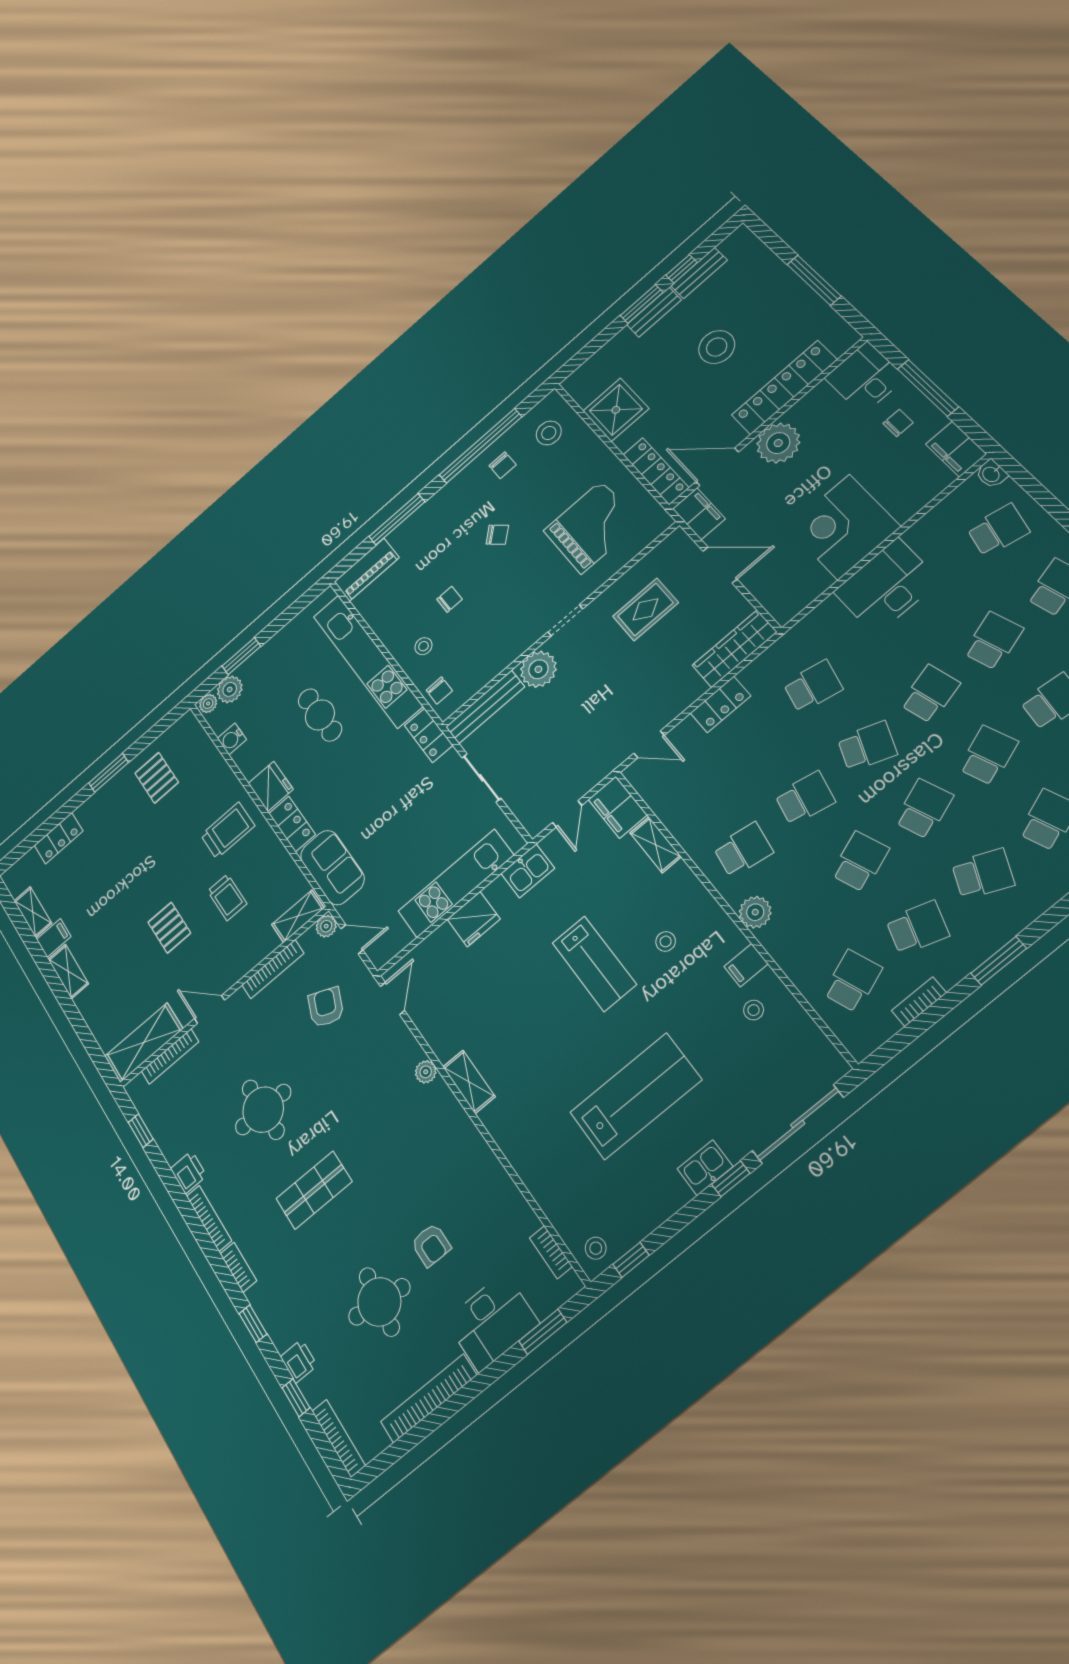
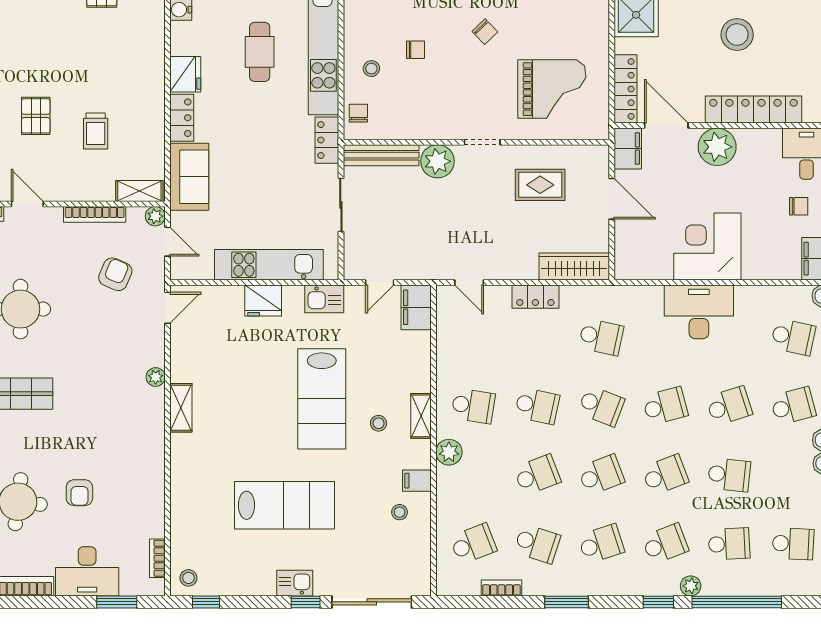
chair: (439, 690) -> (358, 113), turned 180
trolley: (228, 830) -> (130, 80), removed
shelving: (655, 845) -> (421, 416), moved
school desk: (983, 874) -> (601, 544), turned -42
lab bench: (594, 964) -> (322, 399), width x1.36, depth x1.39

